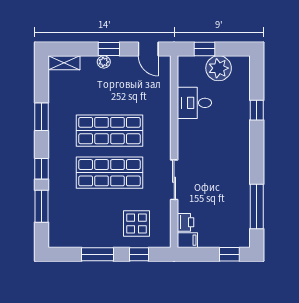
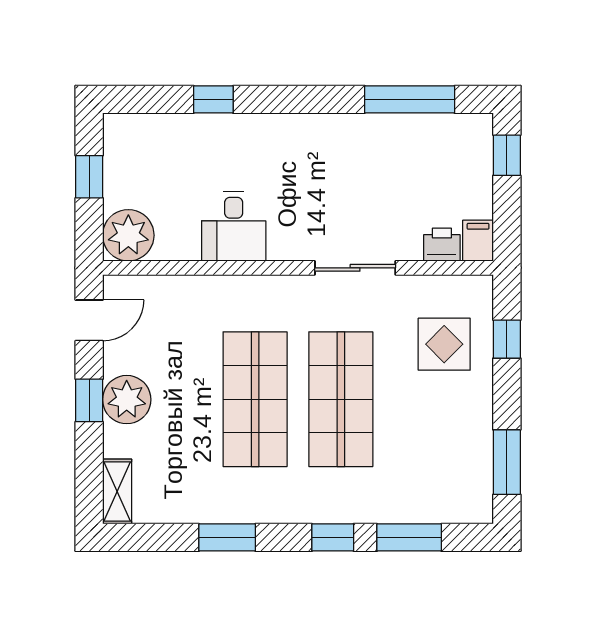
window: (204, 49) -> (89, 177), moved
plant: (104, 62) -> (127, 400), width x1.88, depth x1.88
plant: (219, 68) -> (128, 235), moved
desk: (194, 103) -> (234, 226), moved
window: (98, 254) -> (507, 462), moved

